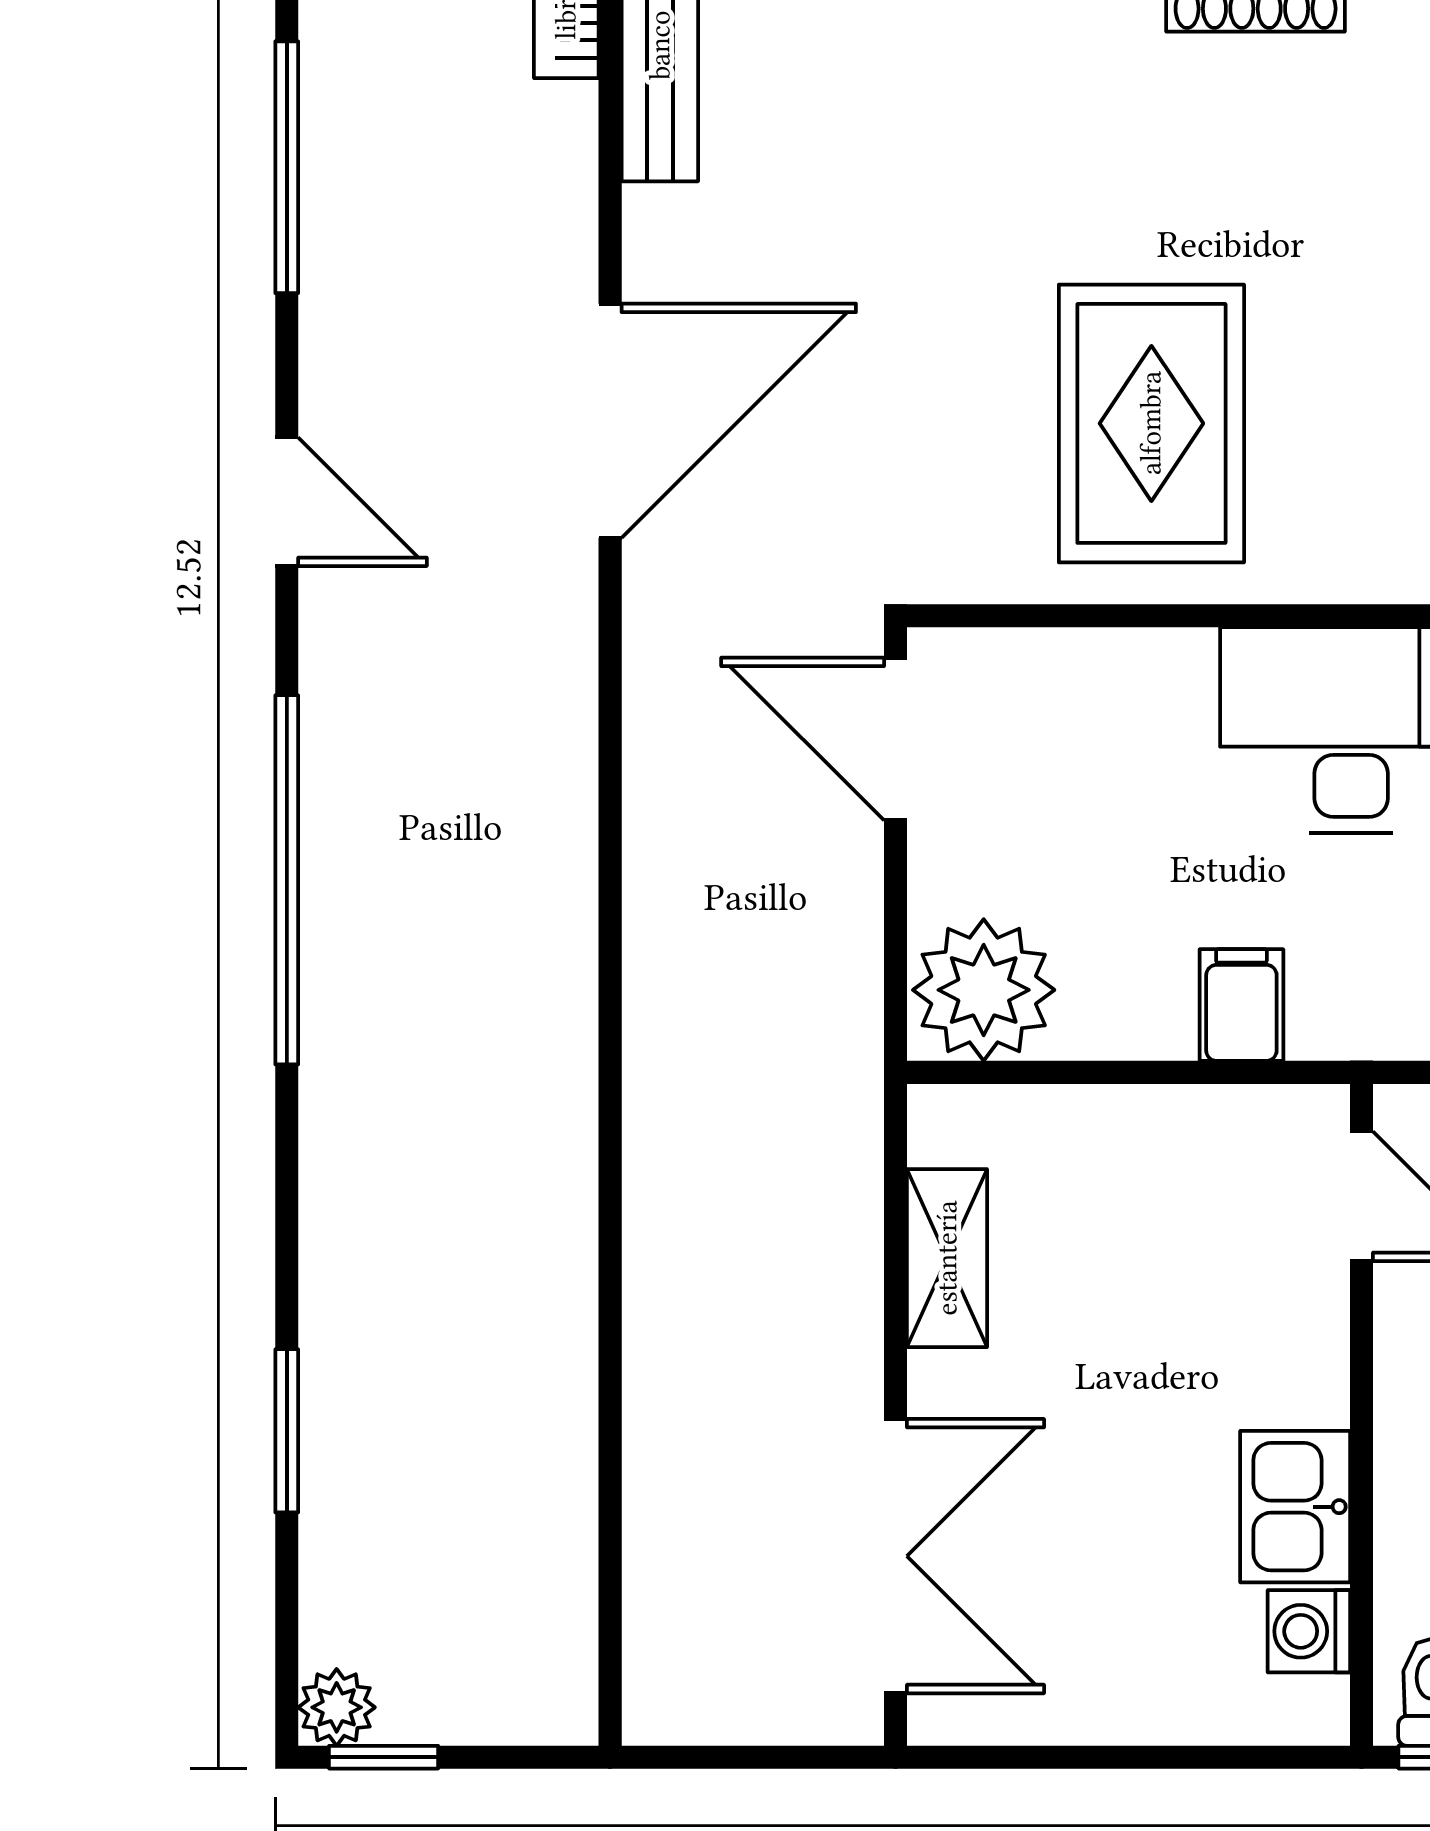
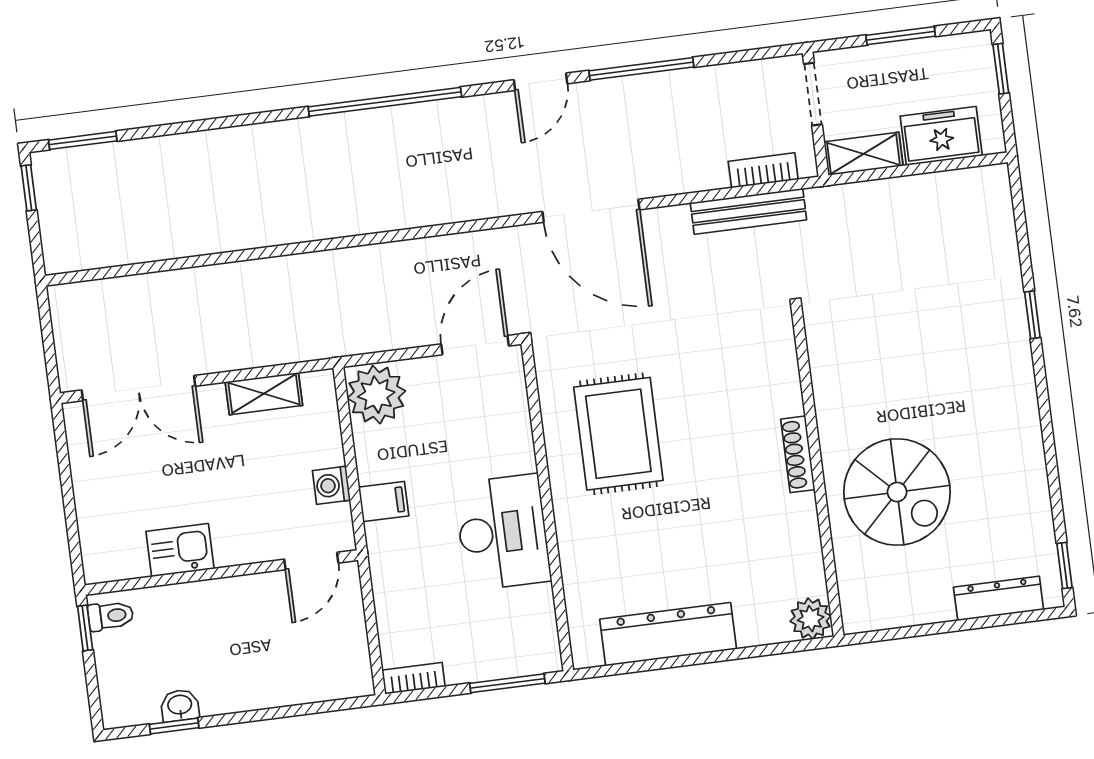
window: (287, 167) -> (641, 69), moved
rug: (1151, 423) -> (618, 434), turned 90
window: (287, 1431) -> (83, 140), moved
washing machine: (1309, 1631) -> (331, 485), moved, turned -90
plant: (337, 1707) -> (47, 166), removed

